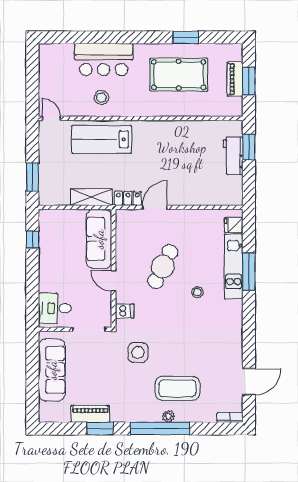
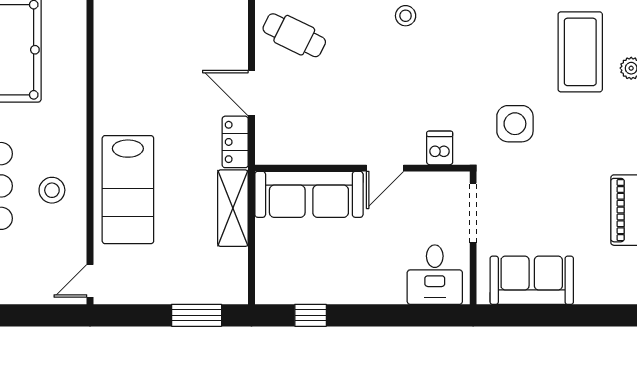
cafe table: (163, 267) -> (294, 35), moved, width x0.73, depth x0.74
sofa: (52, 370) -> (532, 280), width x0.73

